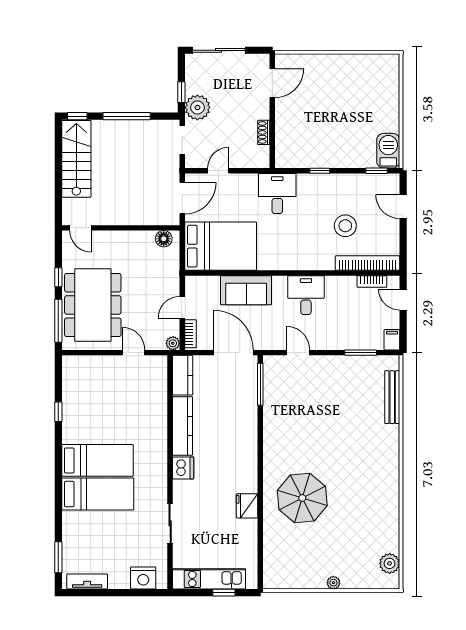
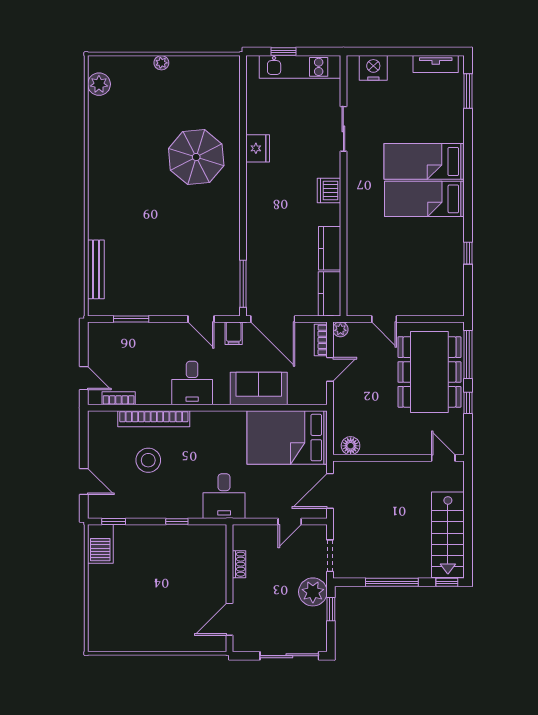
bookcase: (367, 263) -> (154, 419), moved
filing cabinet: (392, 340) -> (234, 333), moved
kitchen counter: (182, 426) -> (330, 248), width x0.67

